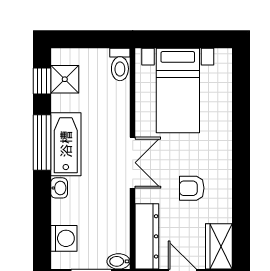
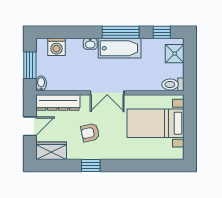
shower: (65, 79) -> (175, 54), moved
window: (241, 187) -> (91, 165), added
armchair: (192, 188) -> (90, 133), turned -103

